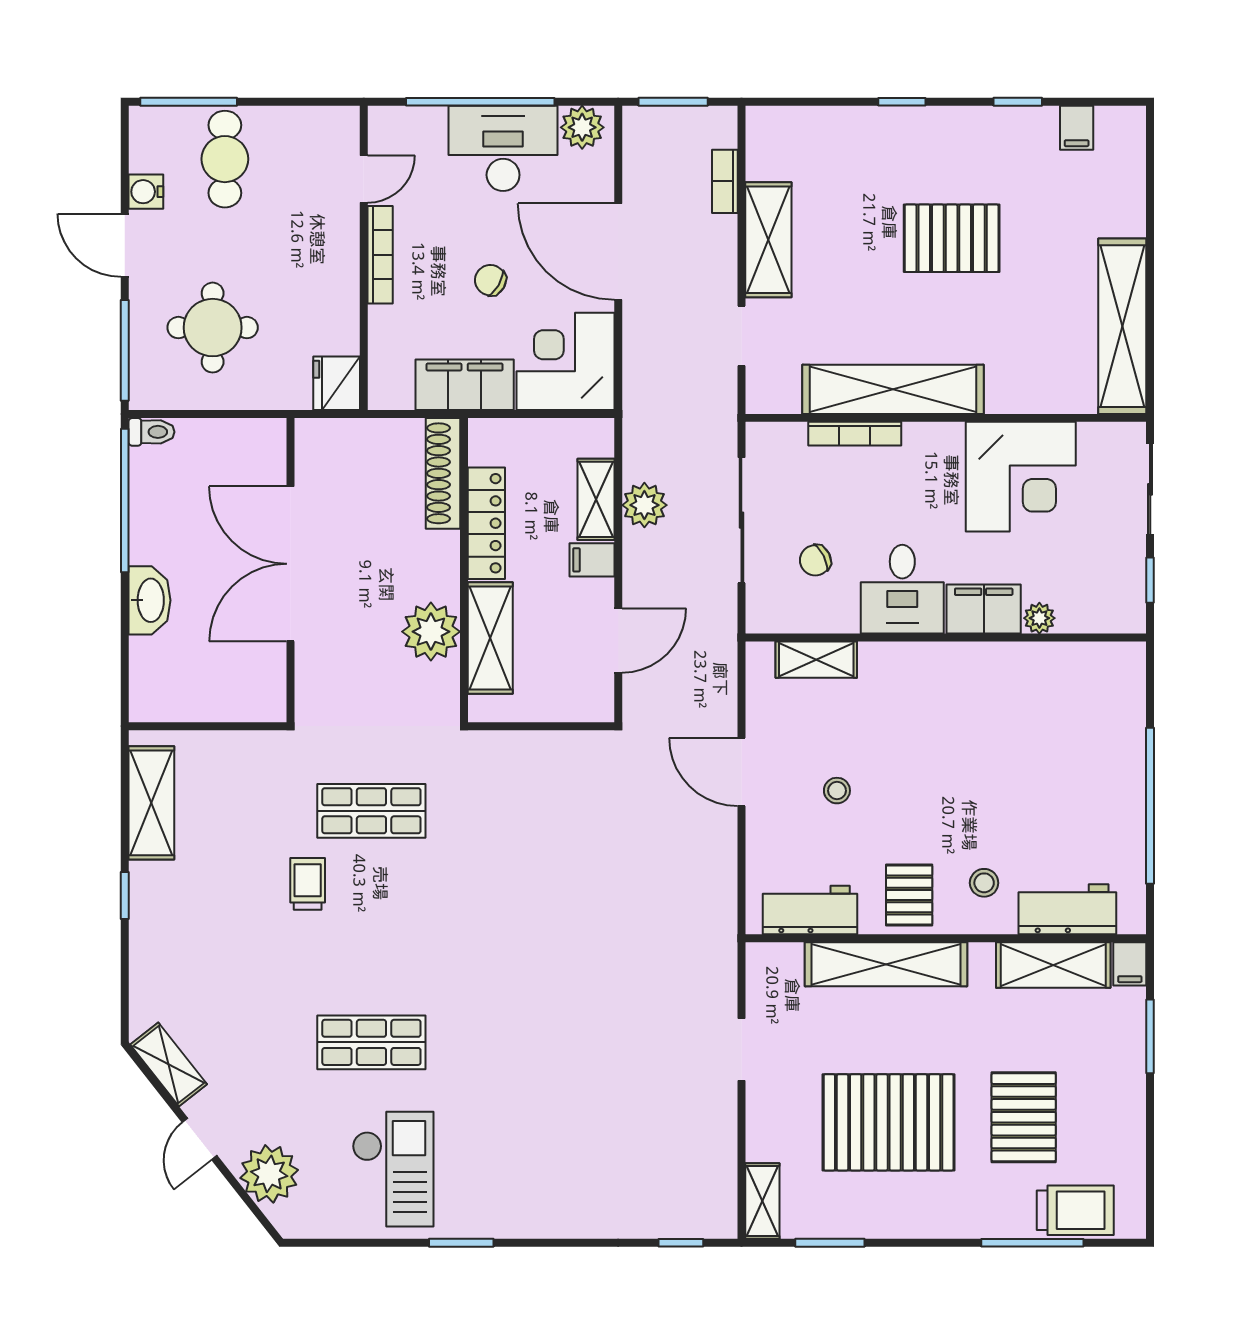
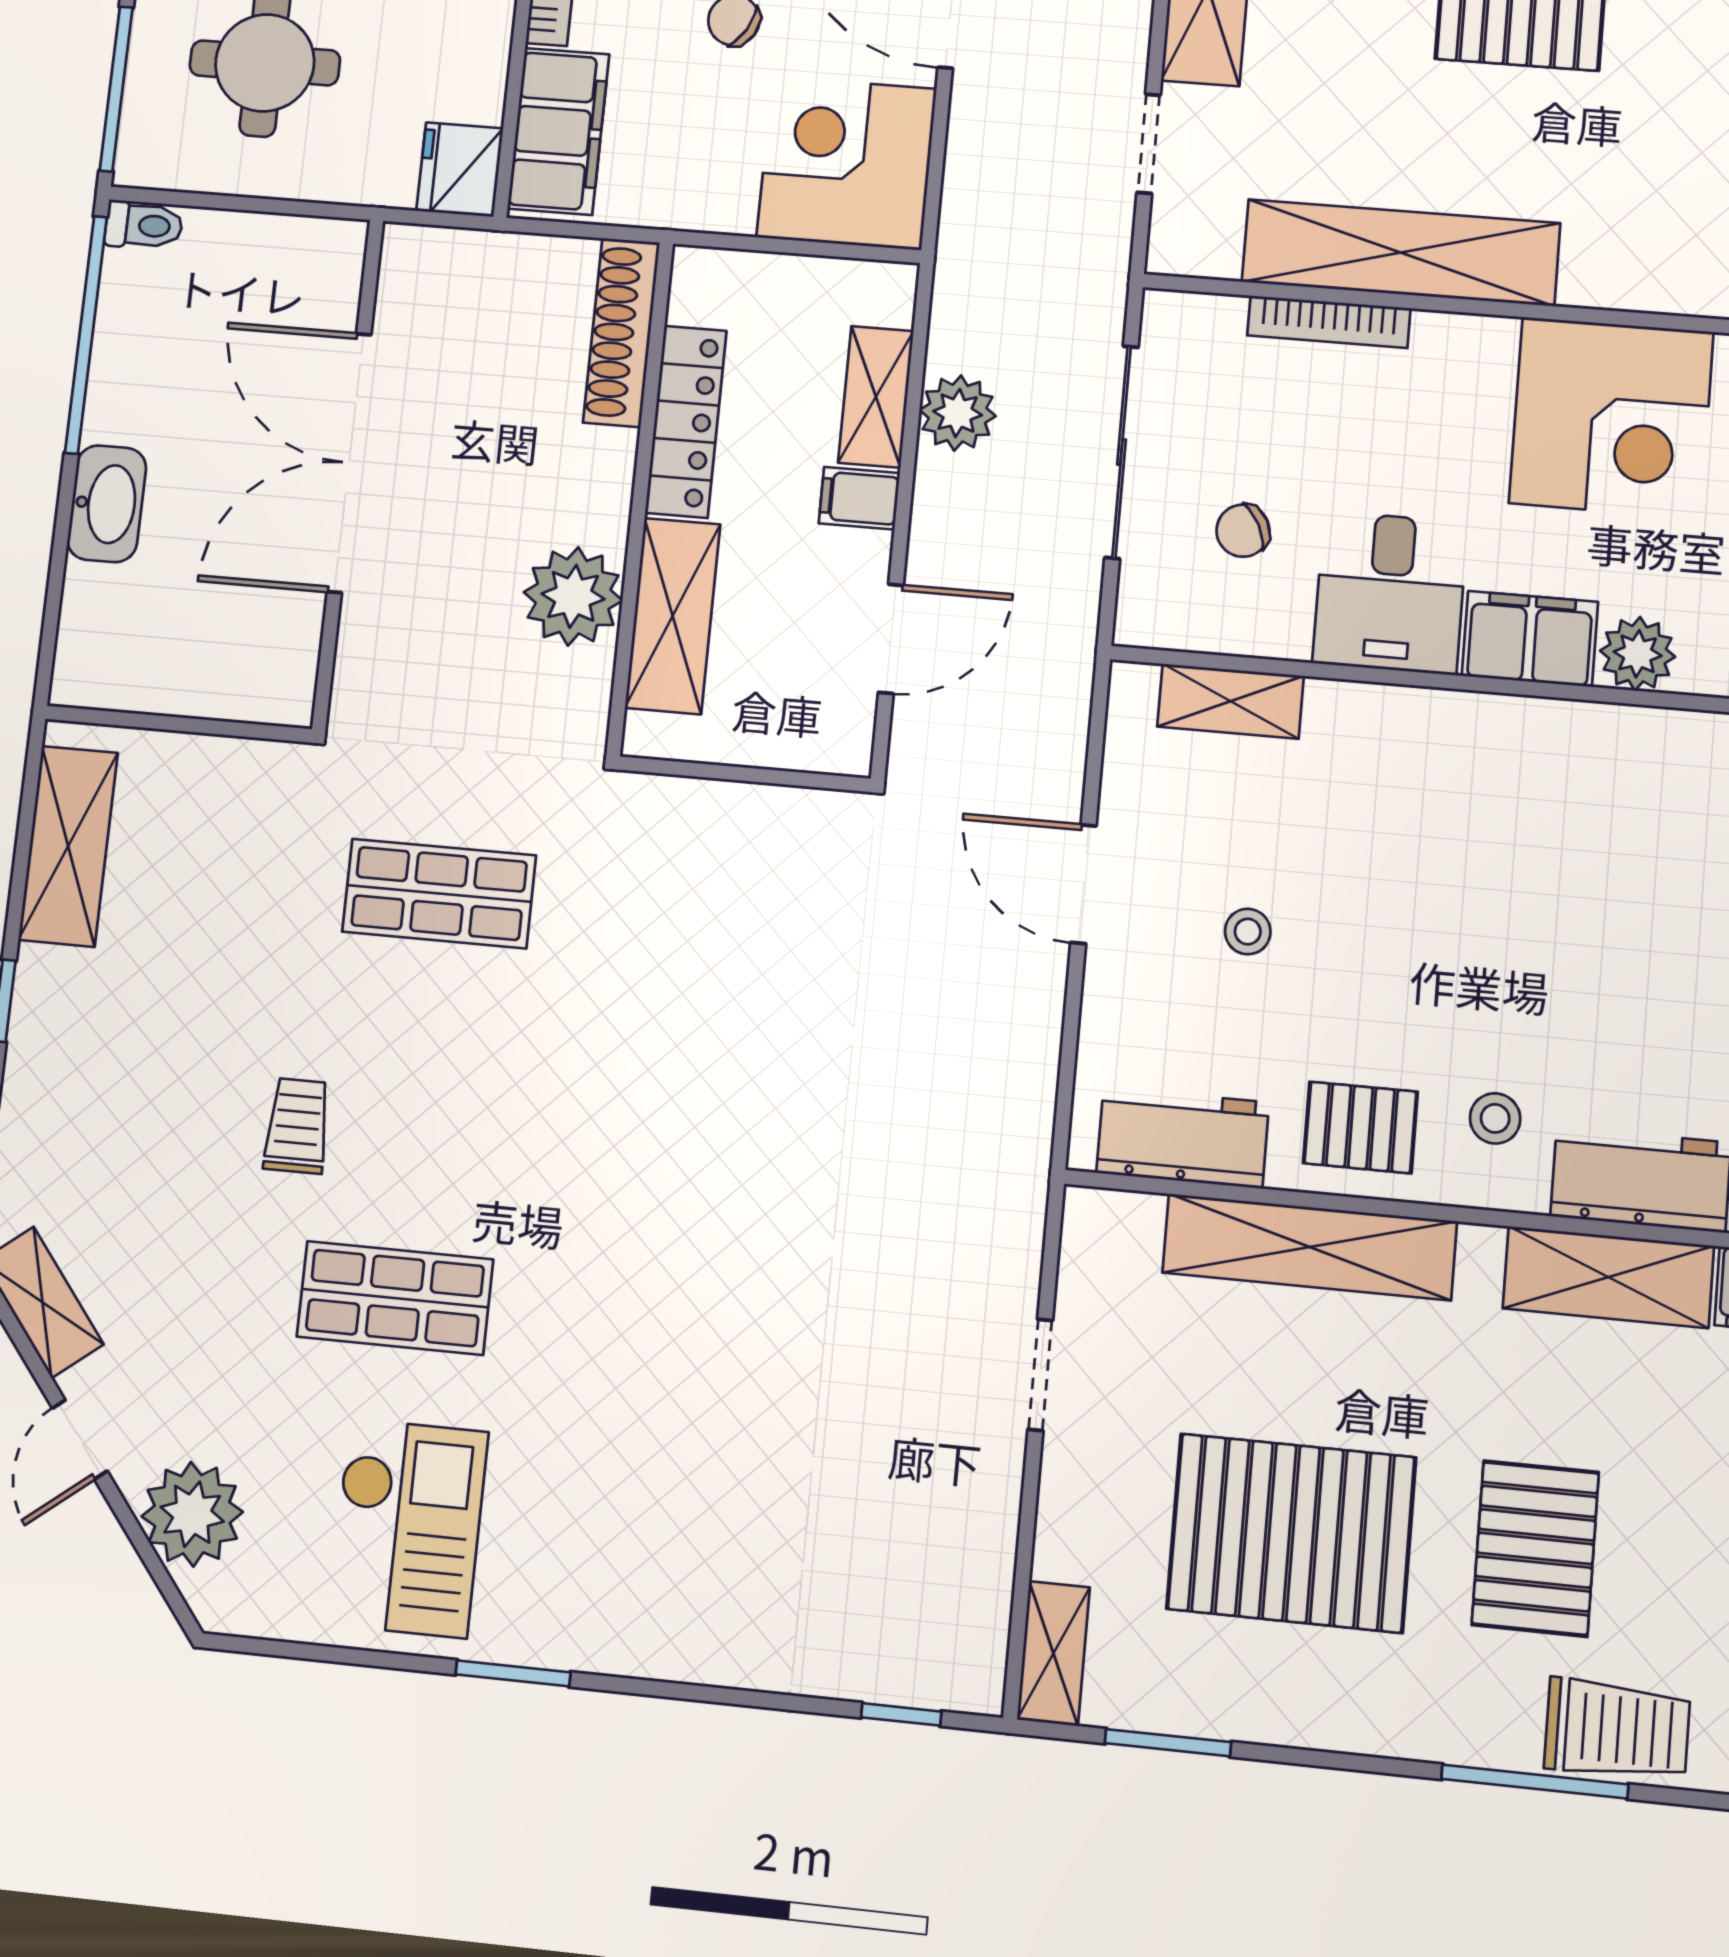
filing cabinet: (465, 385) -> (558, 131), moved, turned 90
plant: (1039, 618) -> (1638, 654), width x1.38, depth x1.38
trolley: (308, 884) -> (297, 1126), moved
pallet: (909, 895) -> (1360, 1127), turned 90

